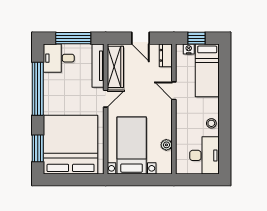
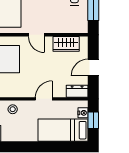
tv unit: (98, 66) -> (67, 28), removed
wardrobe: (115, 67) -> (66, 44), width x0.67
stool: (211, 123) -> (13, 109), moved

